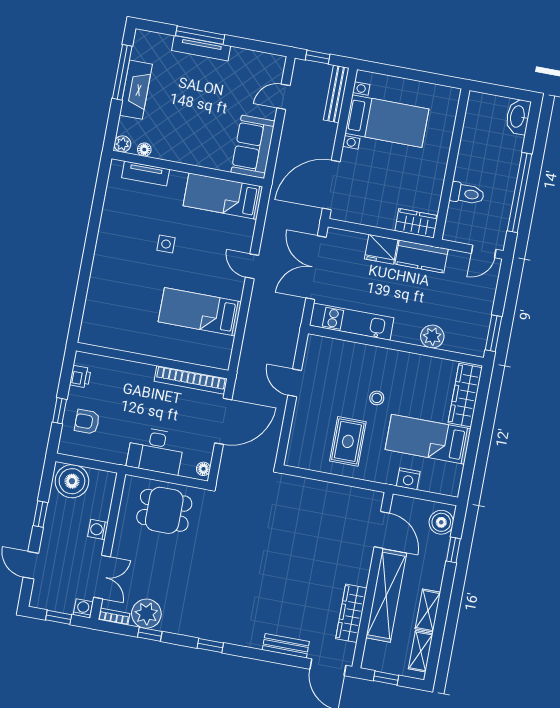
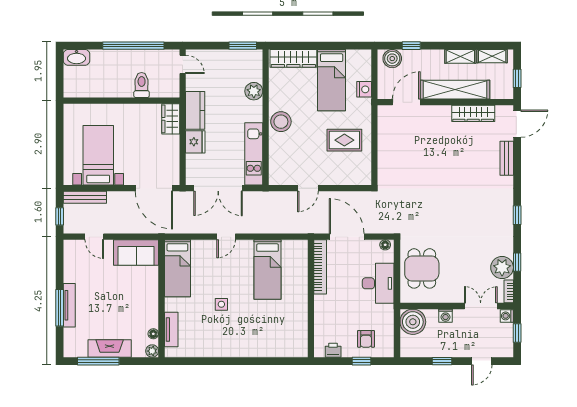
stool: (377, 398) -> (281, 122), moved, width x1.89, depth x1.89
boiler: (72, 481) -> (413, 322), moved

